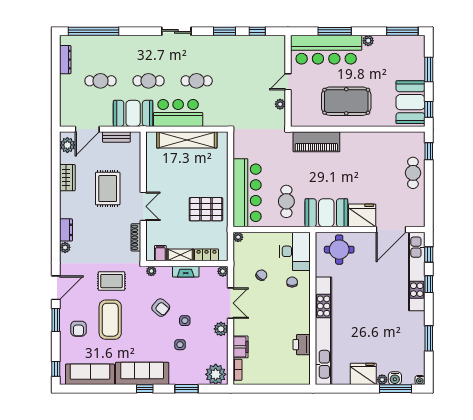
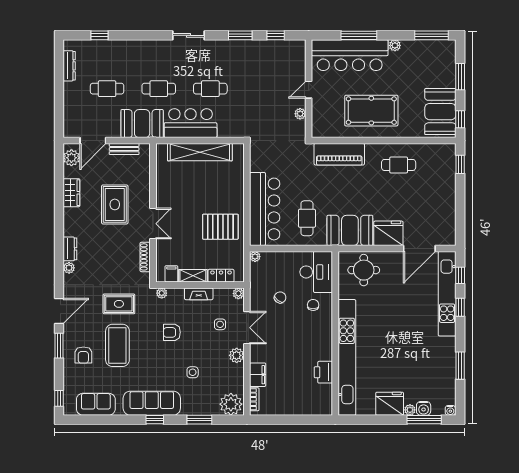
window: (94, 31) -> (100, 35), width x0.32
cafe table: (413, 173) -> (399, 165), moved, turned 90
armchair: (161, 308) -> (172, 332), turned 140
side table: (185, 321) -> (220, 324), moved
sofa: (90, 374) -> (96, 404), width x0.73

